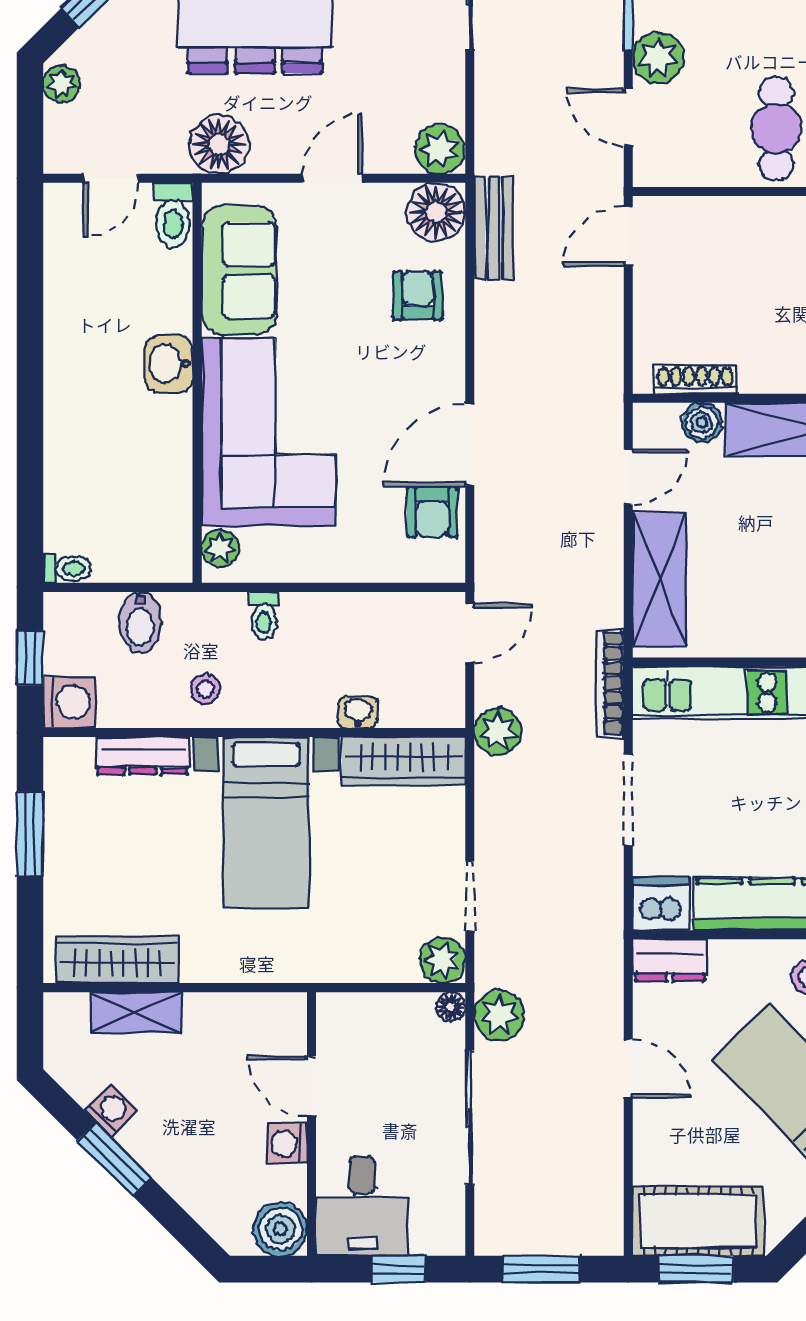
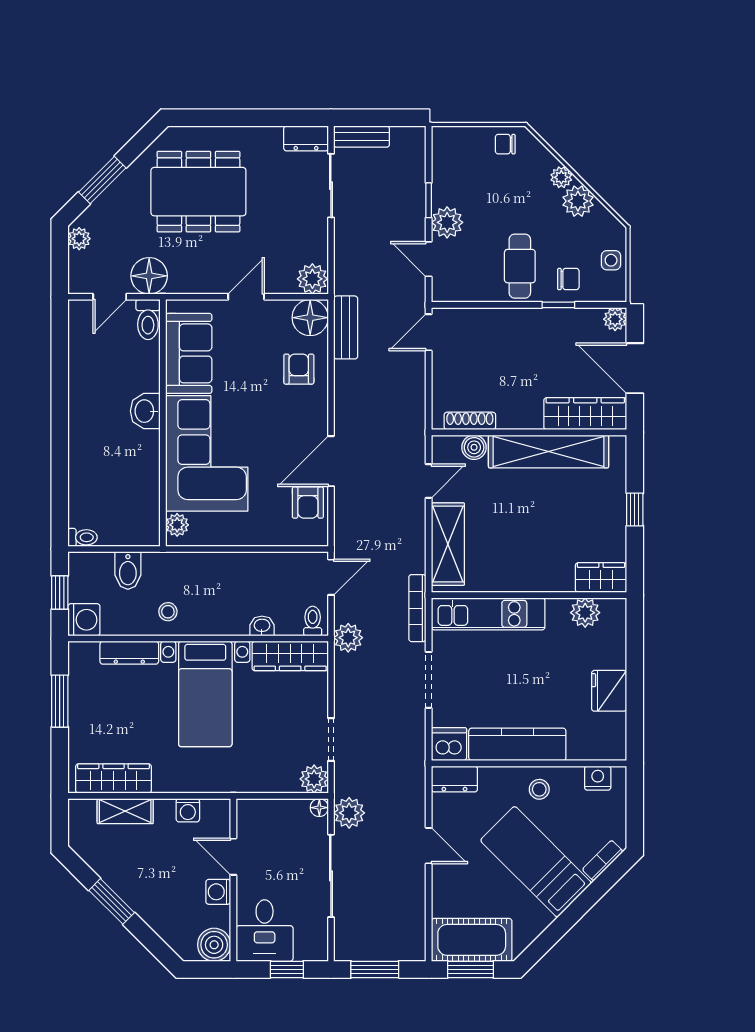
floor lamp: (219, 144) -> (149, 276), moved
toilet: (264, 616) -> (313, 621), moved, turned 180
washing machine: (111, 1110) -> (188, 810), moved, turned 135

